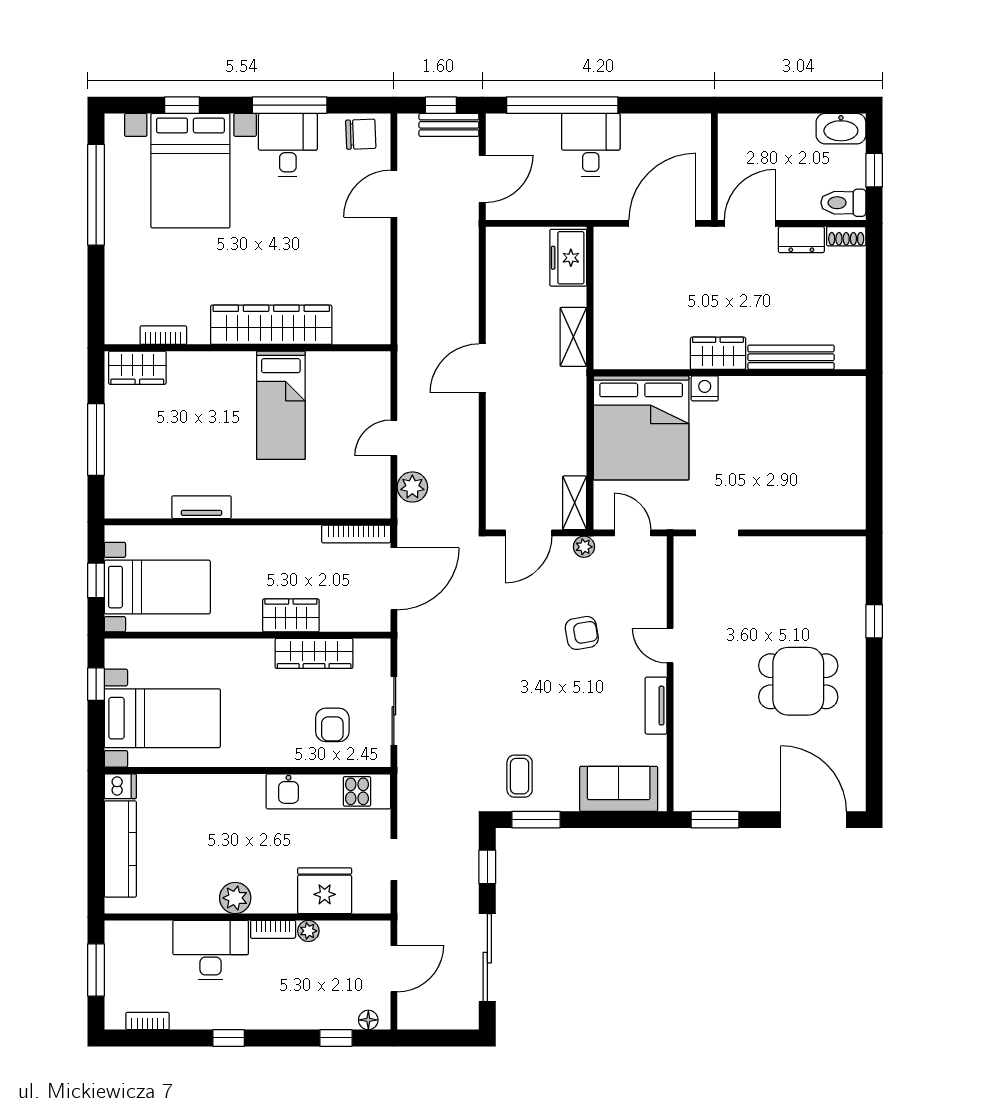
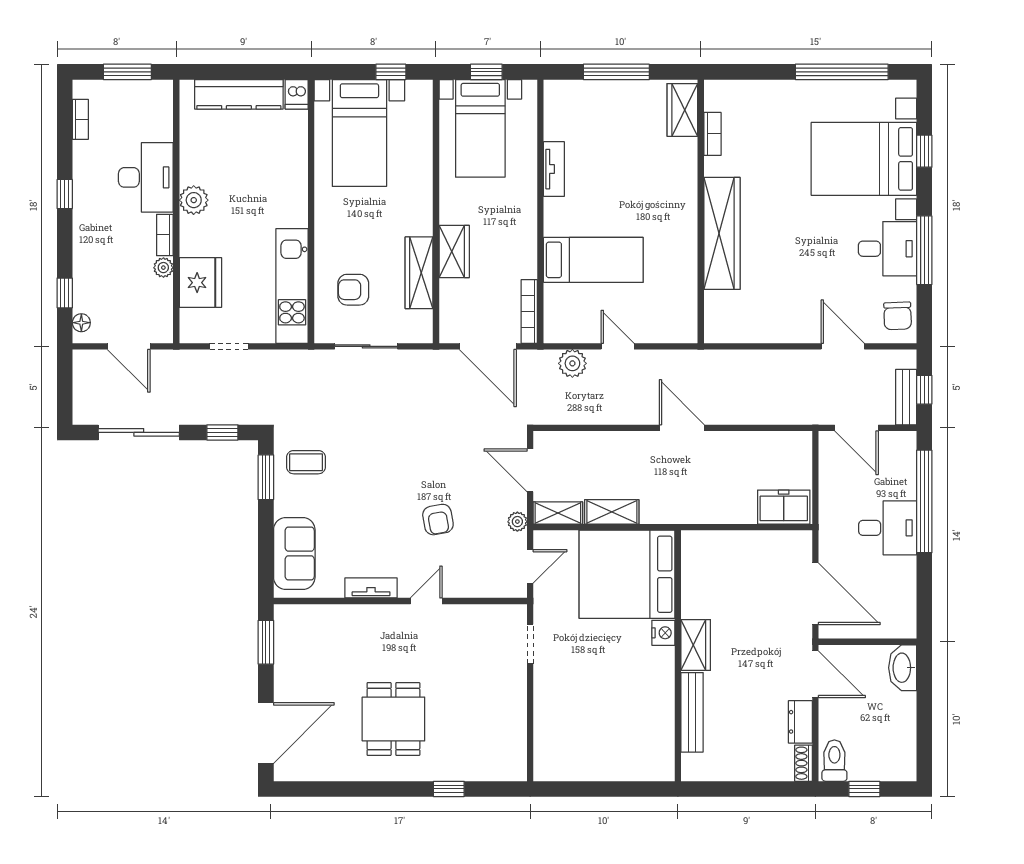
washbasin: (841, 129) -> (903, 668), moved
shelving: (573, 337) -> (612, 512), moved
bed: (281, 405) -> (593, 260), moved, turned 180

